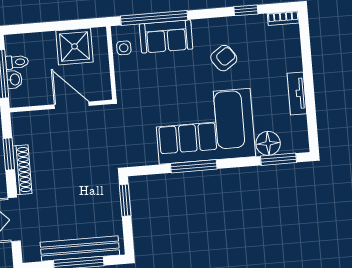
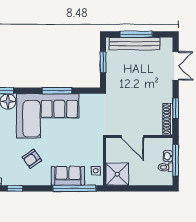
shower: (75, 46) -> (117, 174), moved
shoe rack: (22, 170) -> (168, 119), moved
window: (125, 200) -> (103, 62), moved

